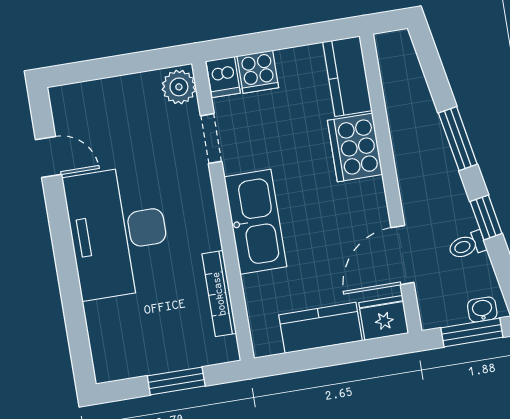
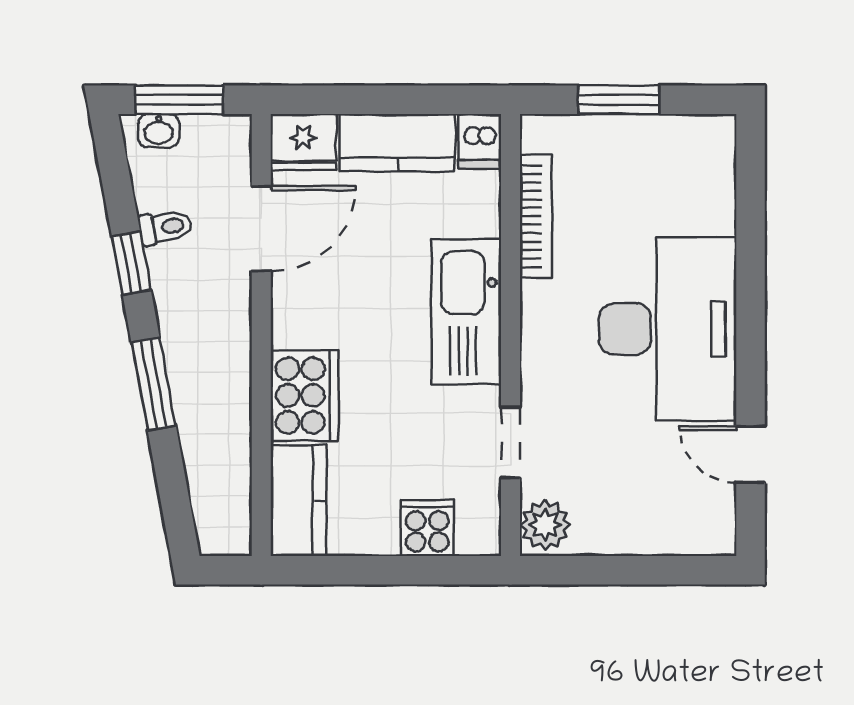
dishwasher: (223, 77) -> (480, 141), moved, turned 180

